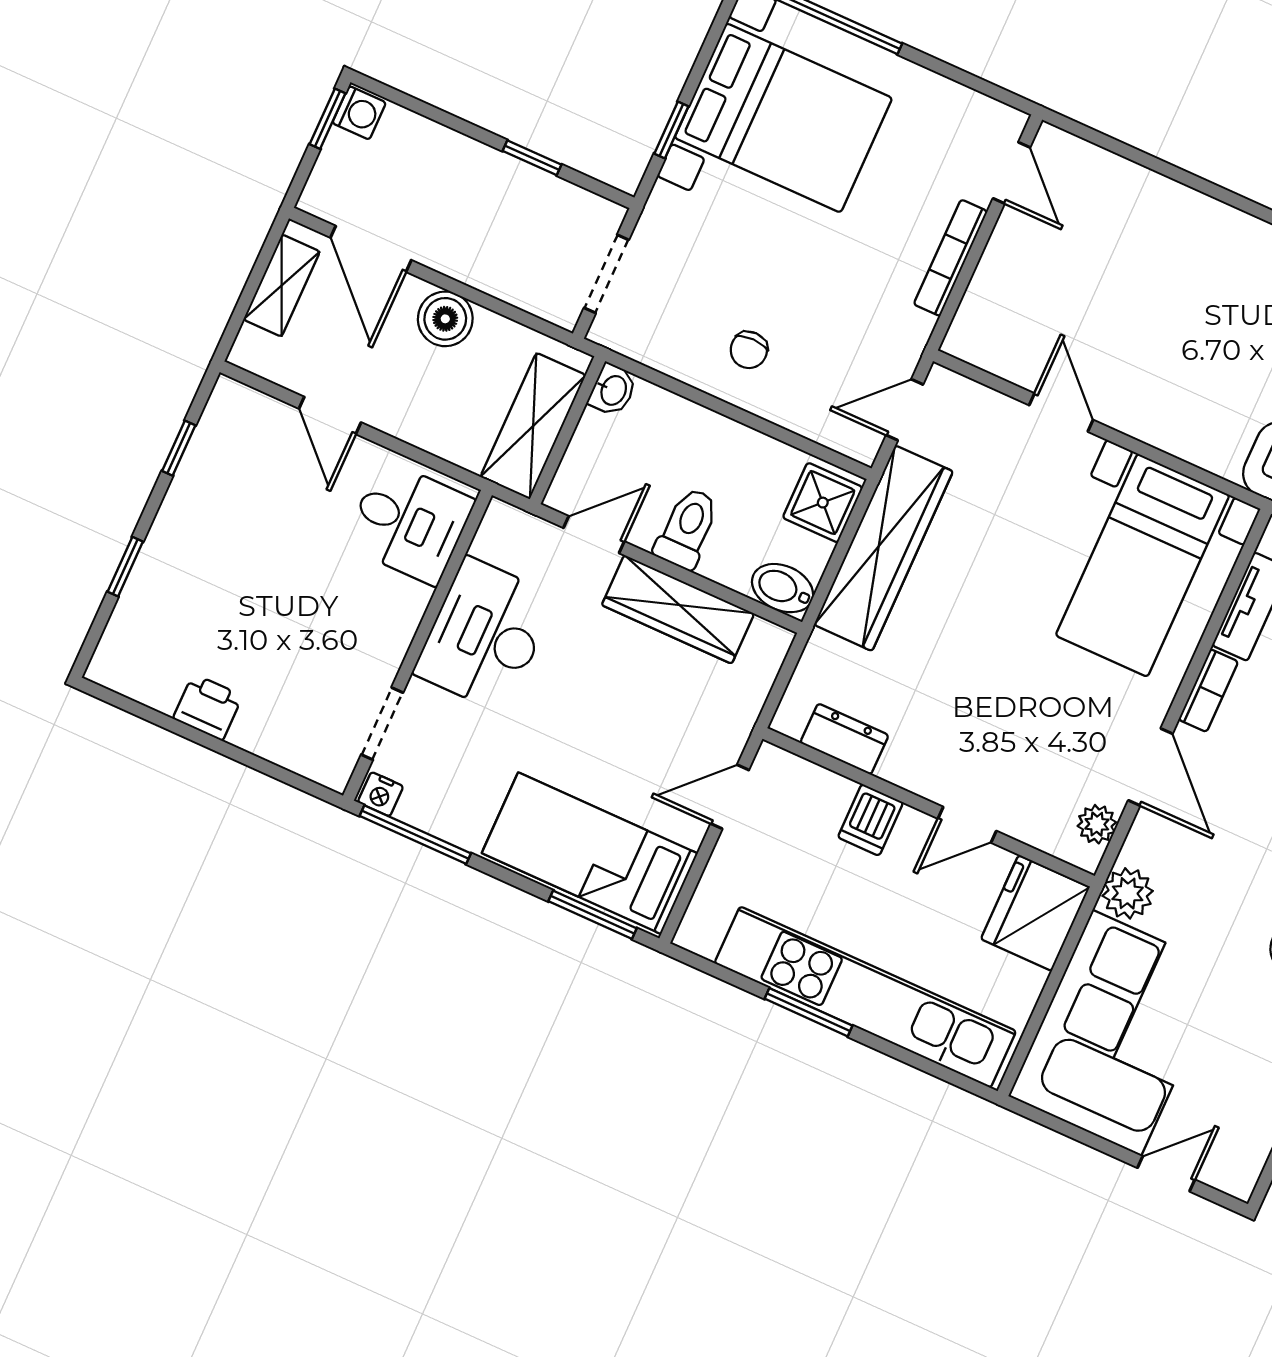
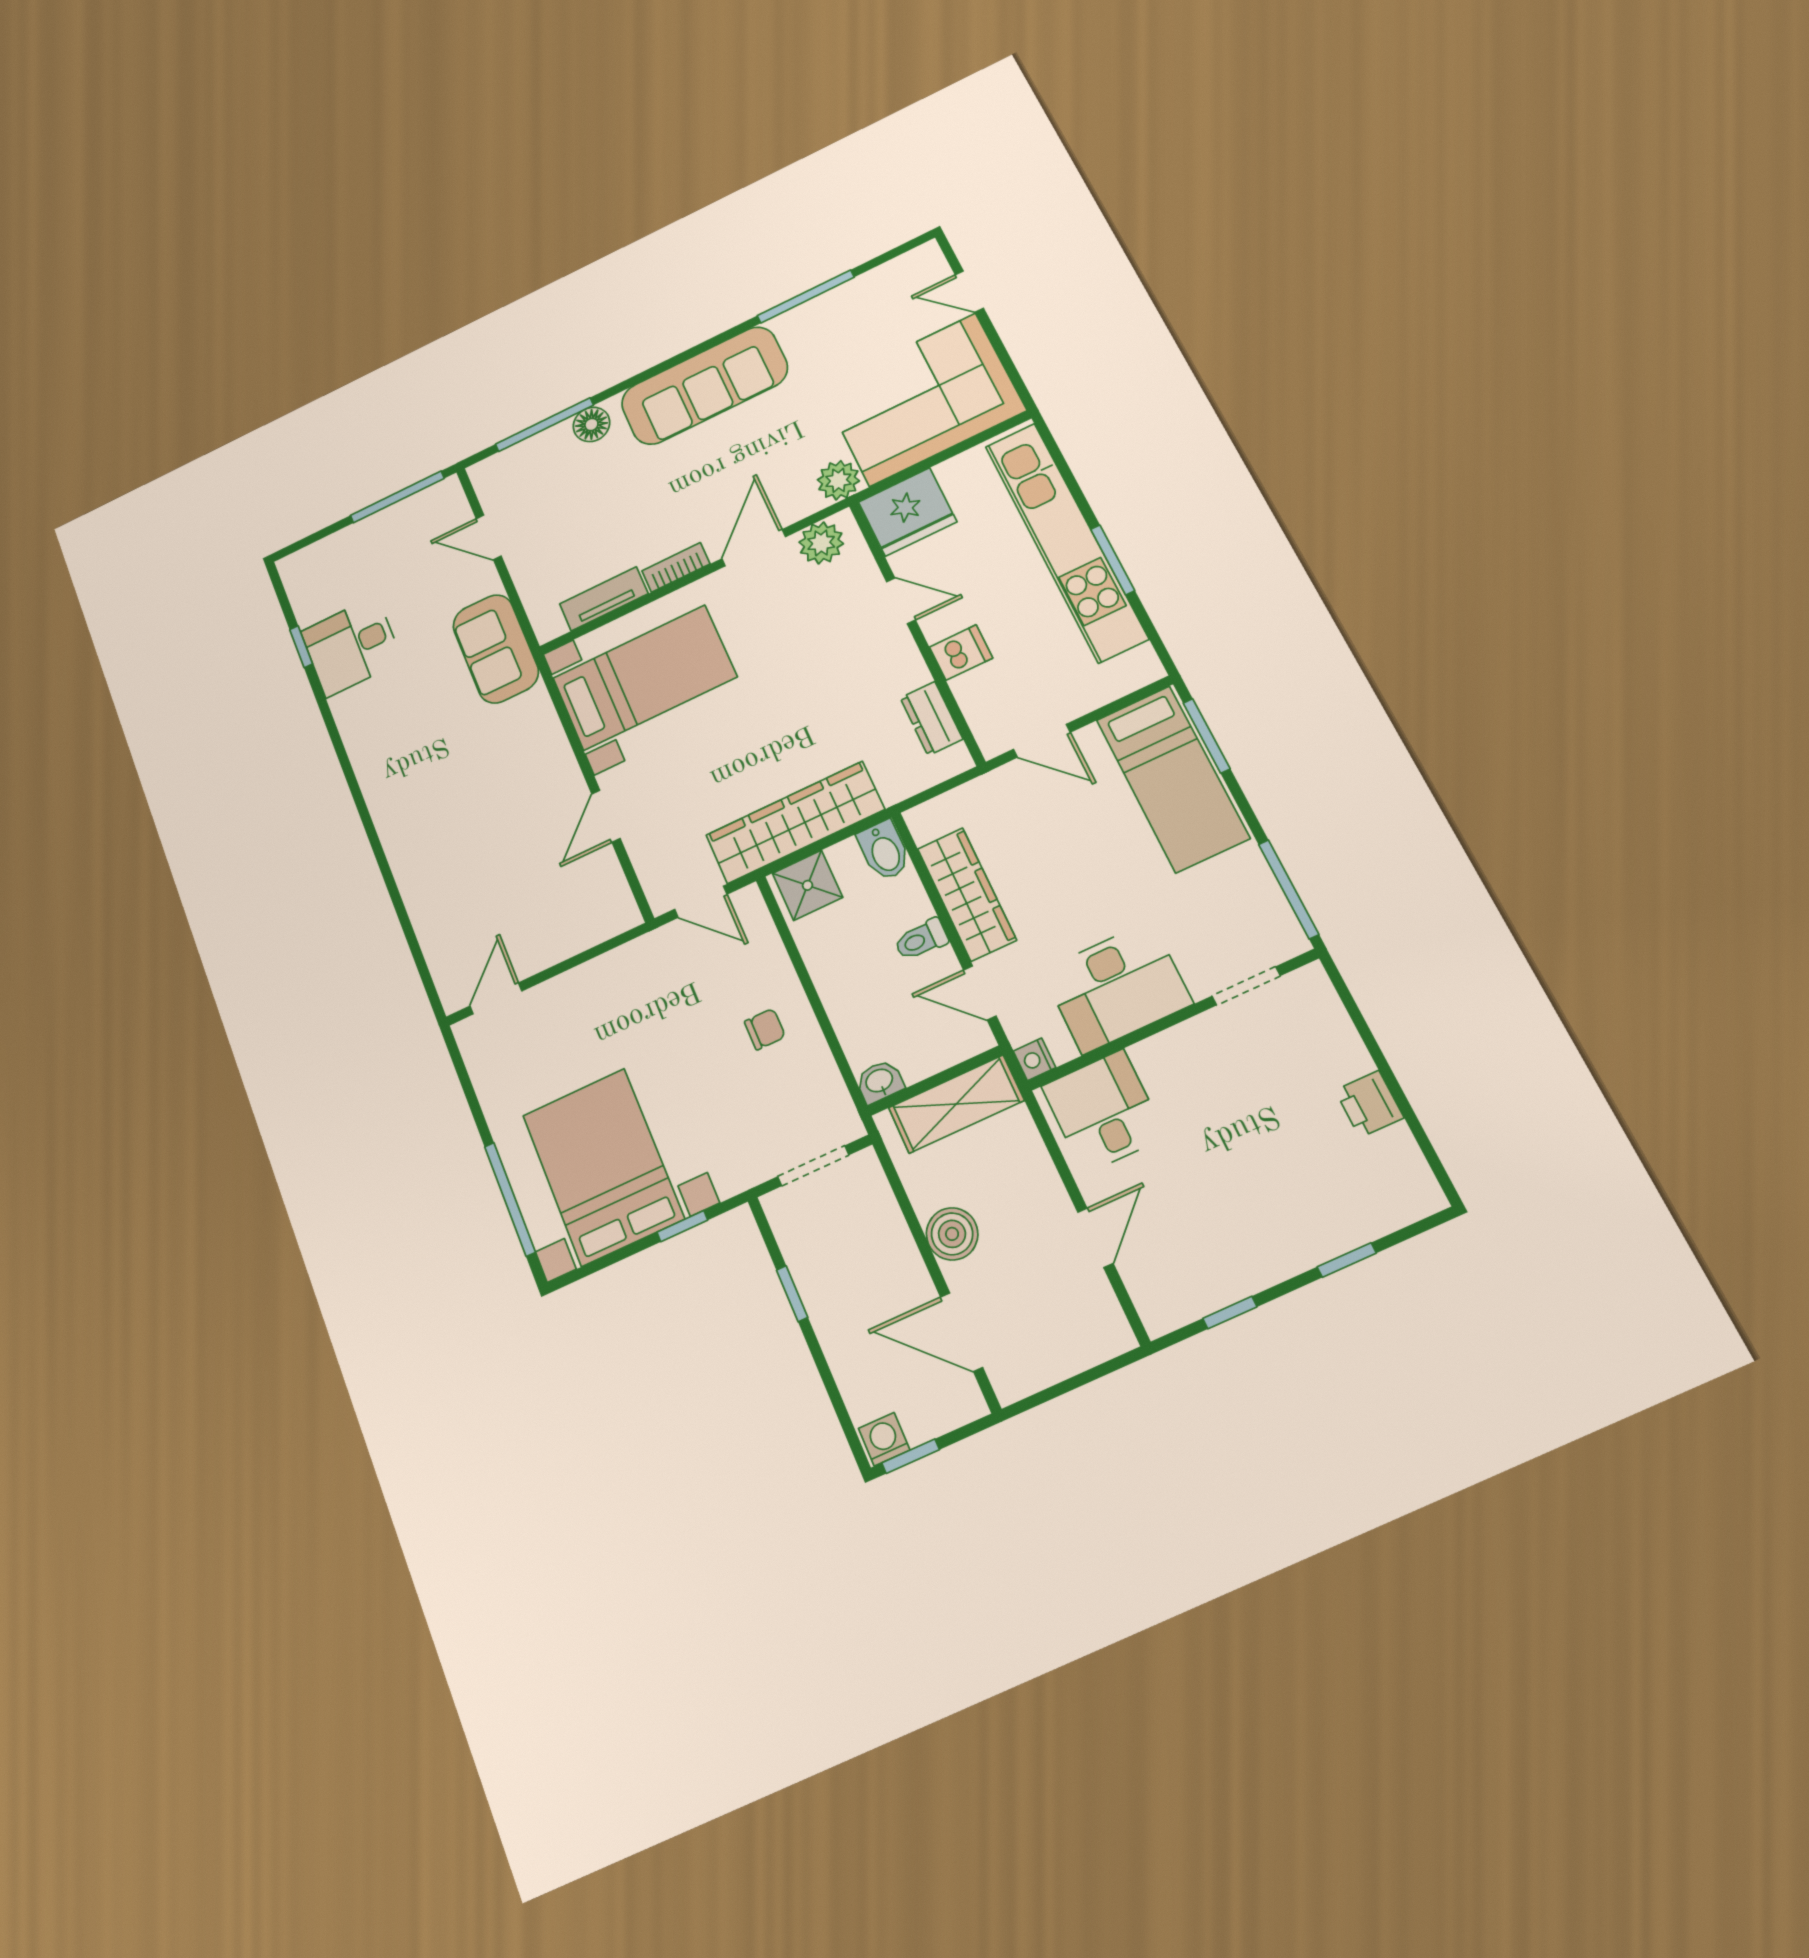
door: (371, 249) -> (961, 1332), swing flipped
bookcase: (951, 258) -> (583, 976), removed
shelving: (282, 286) -> (1049, 1364), removed
toilet: (687, 528) -> (921, 940), width x0.73, depth x0.72
nightstand: (381, 794) -> (1034, 1059), moved, turned 180
plant: (1097, 824) -> (821, 543), width x1.38, depth x1.38

